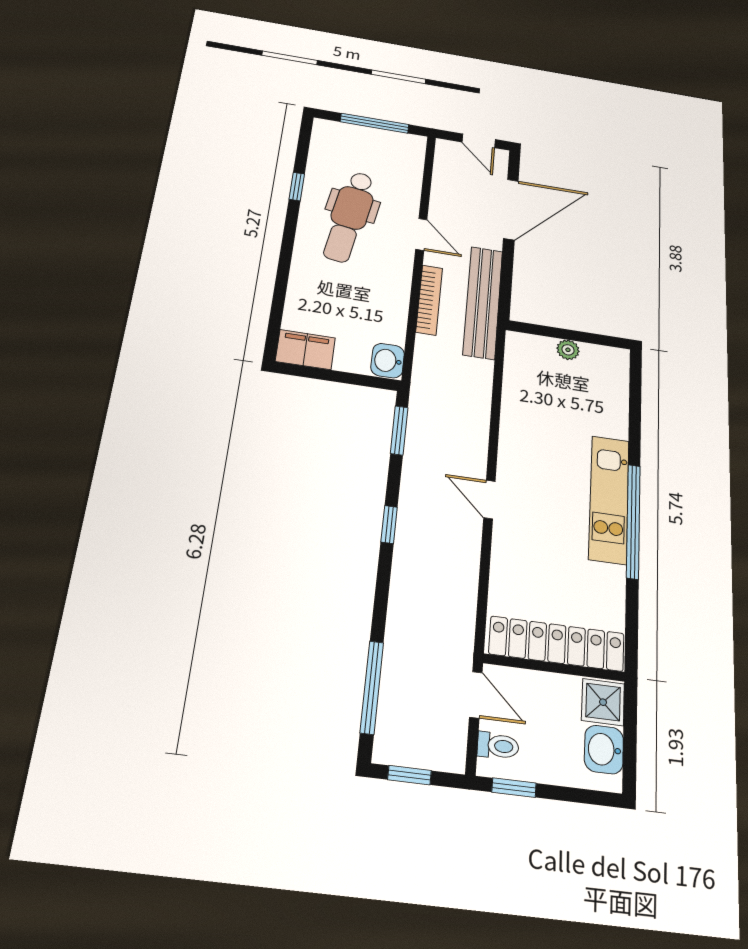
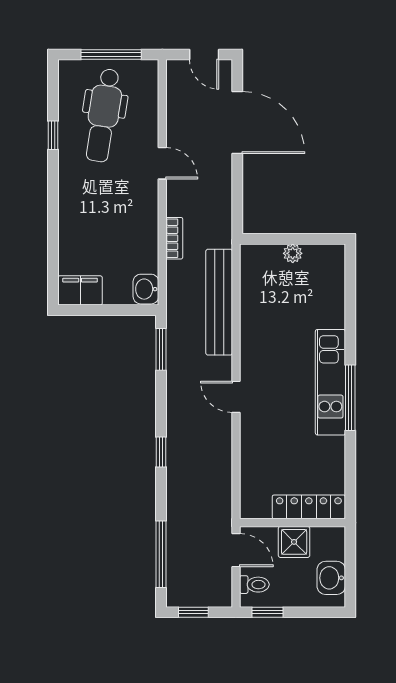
door: (511, 209) -> (237, 123), hinge flipped
dental chair: (349, 216) -> (103, 115), moved
bookcase: (429, 300) -> (174, 238), width x0.64
bench: (483, 302) -> (219, 302), moved
window: (633, 521) -> (350, 398), width x0.68
window: (389, 525) -> (161, 452), moved
locker: (557, 644) -> (309, 507), width x0.71, depth x0.83
shower: (603, 702) -> (294, 542), moved

